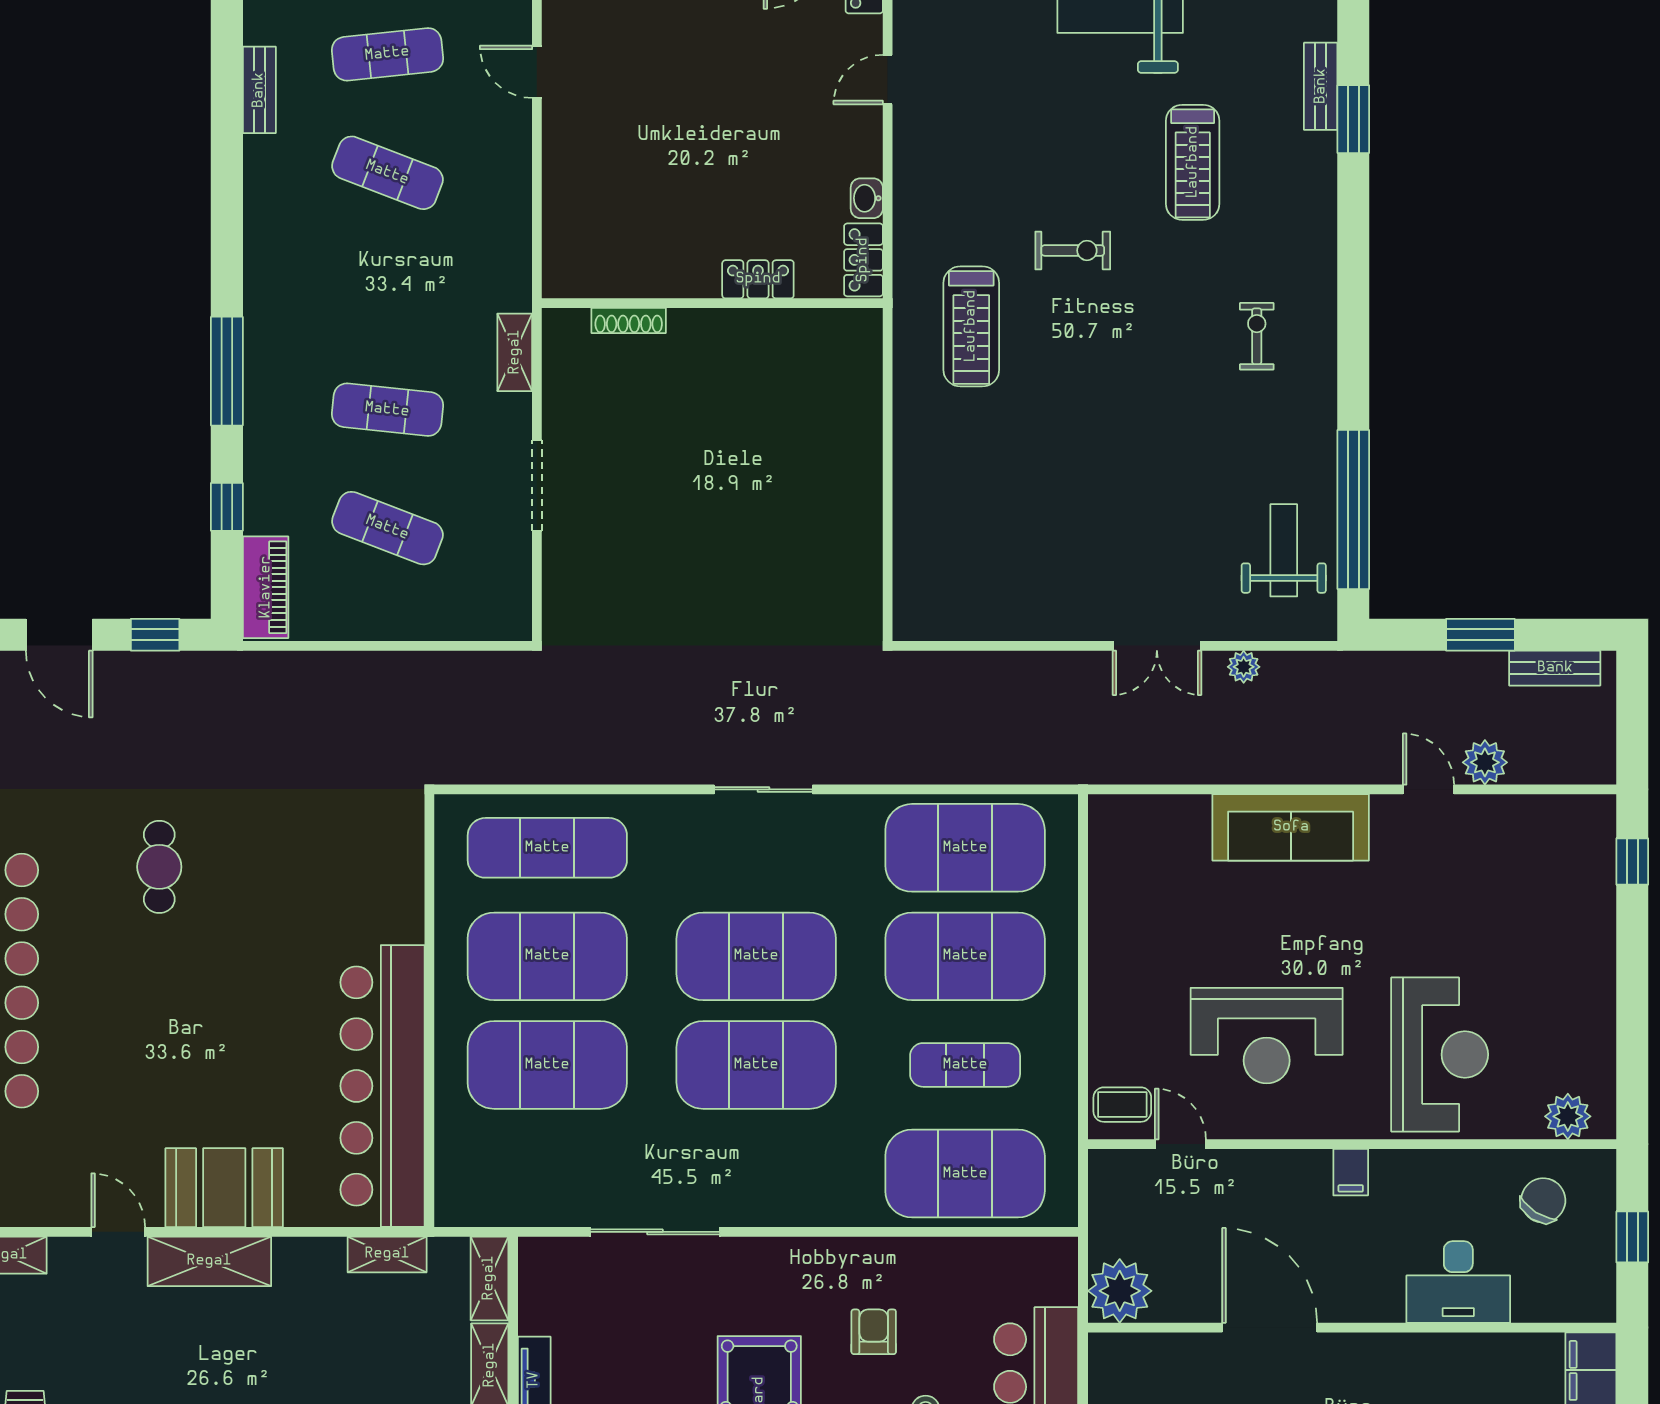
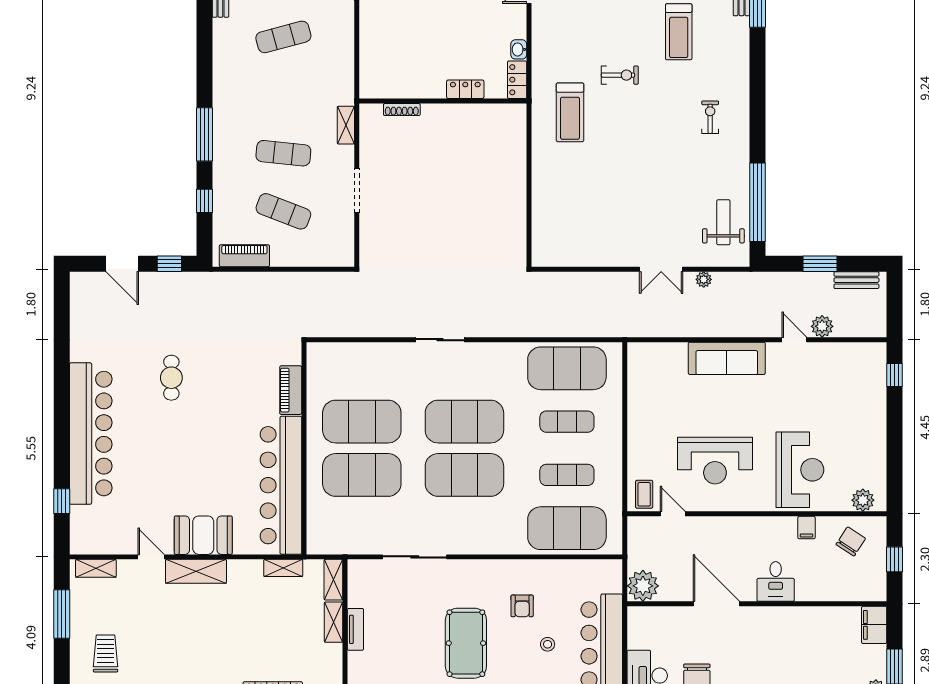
exercise mat: (387, 173) -> (283, 37), turned -36
piano: (266, 587) -> (244, 256), moved, turned -90
sliding door: (763, 789) -> (440, 340), moved
exercise mat: (547, 848) -> (362, 368), removed
piano: (402, 892) -> (291, 390), added
exercise mat: (965, 956) -> (567, 422), width x0.50, depth x0.69
coffee table: (1122, 1105) -> (644, 494), turned 90
filing cabinet: (1351, 1172) -> (806, 528), moved
desk: (1458, 1282) -> (776, 581), moved, width x0.73
armchair: (874, 1332) -> (522, 606), turned 180

